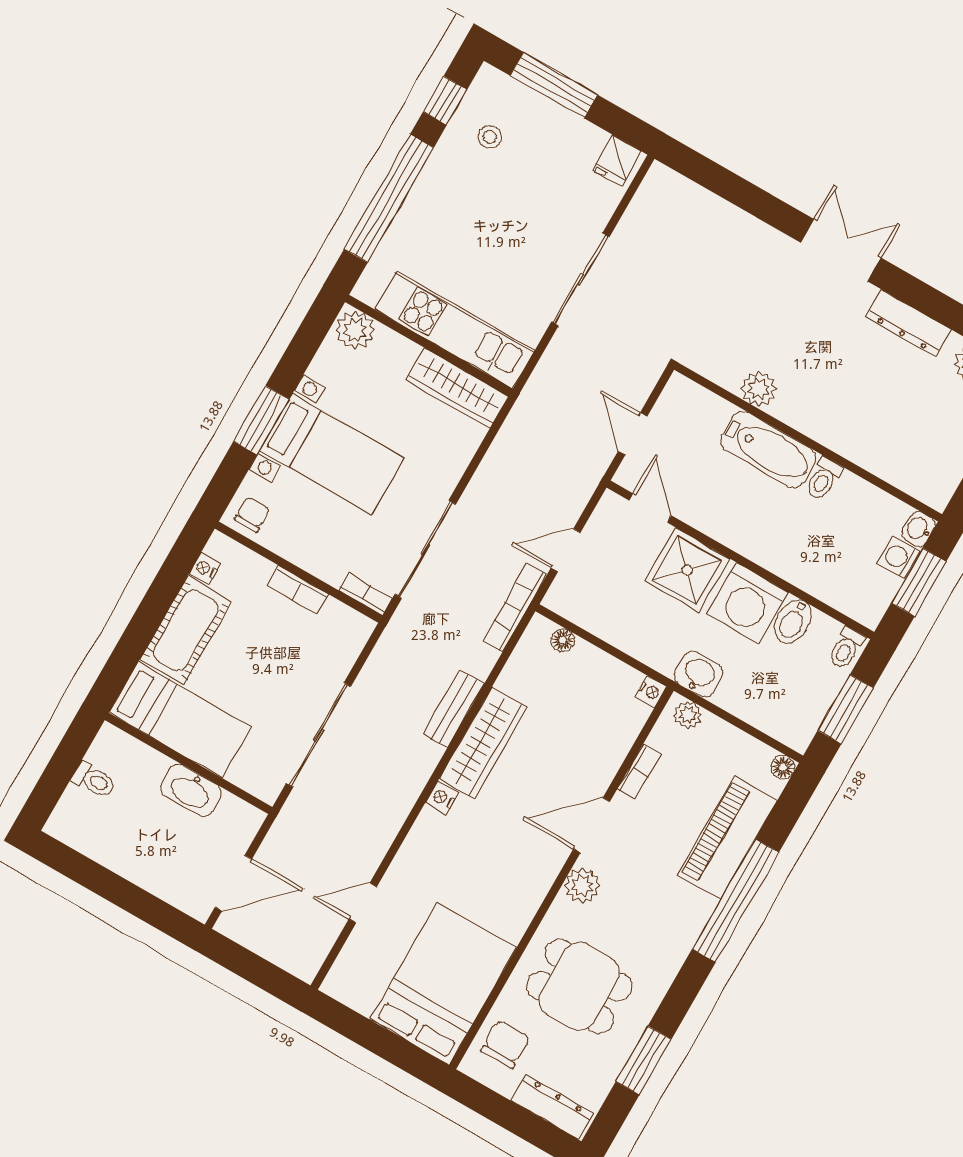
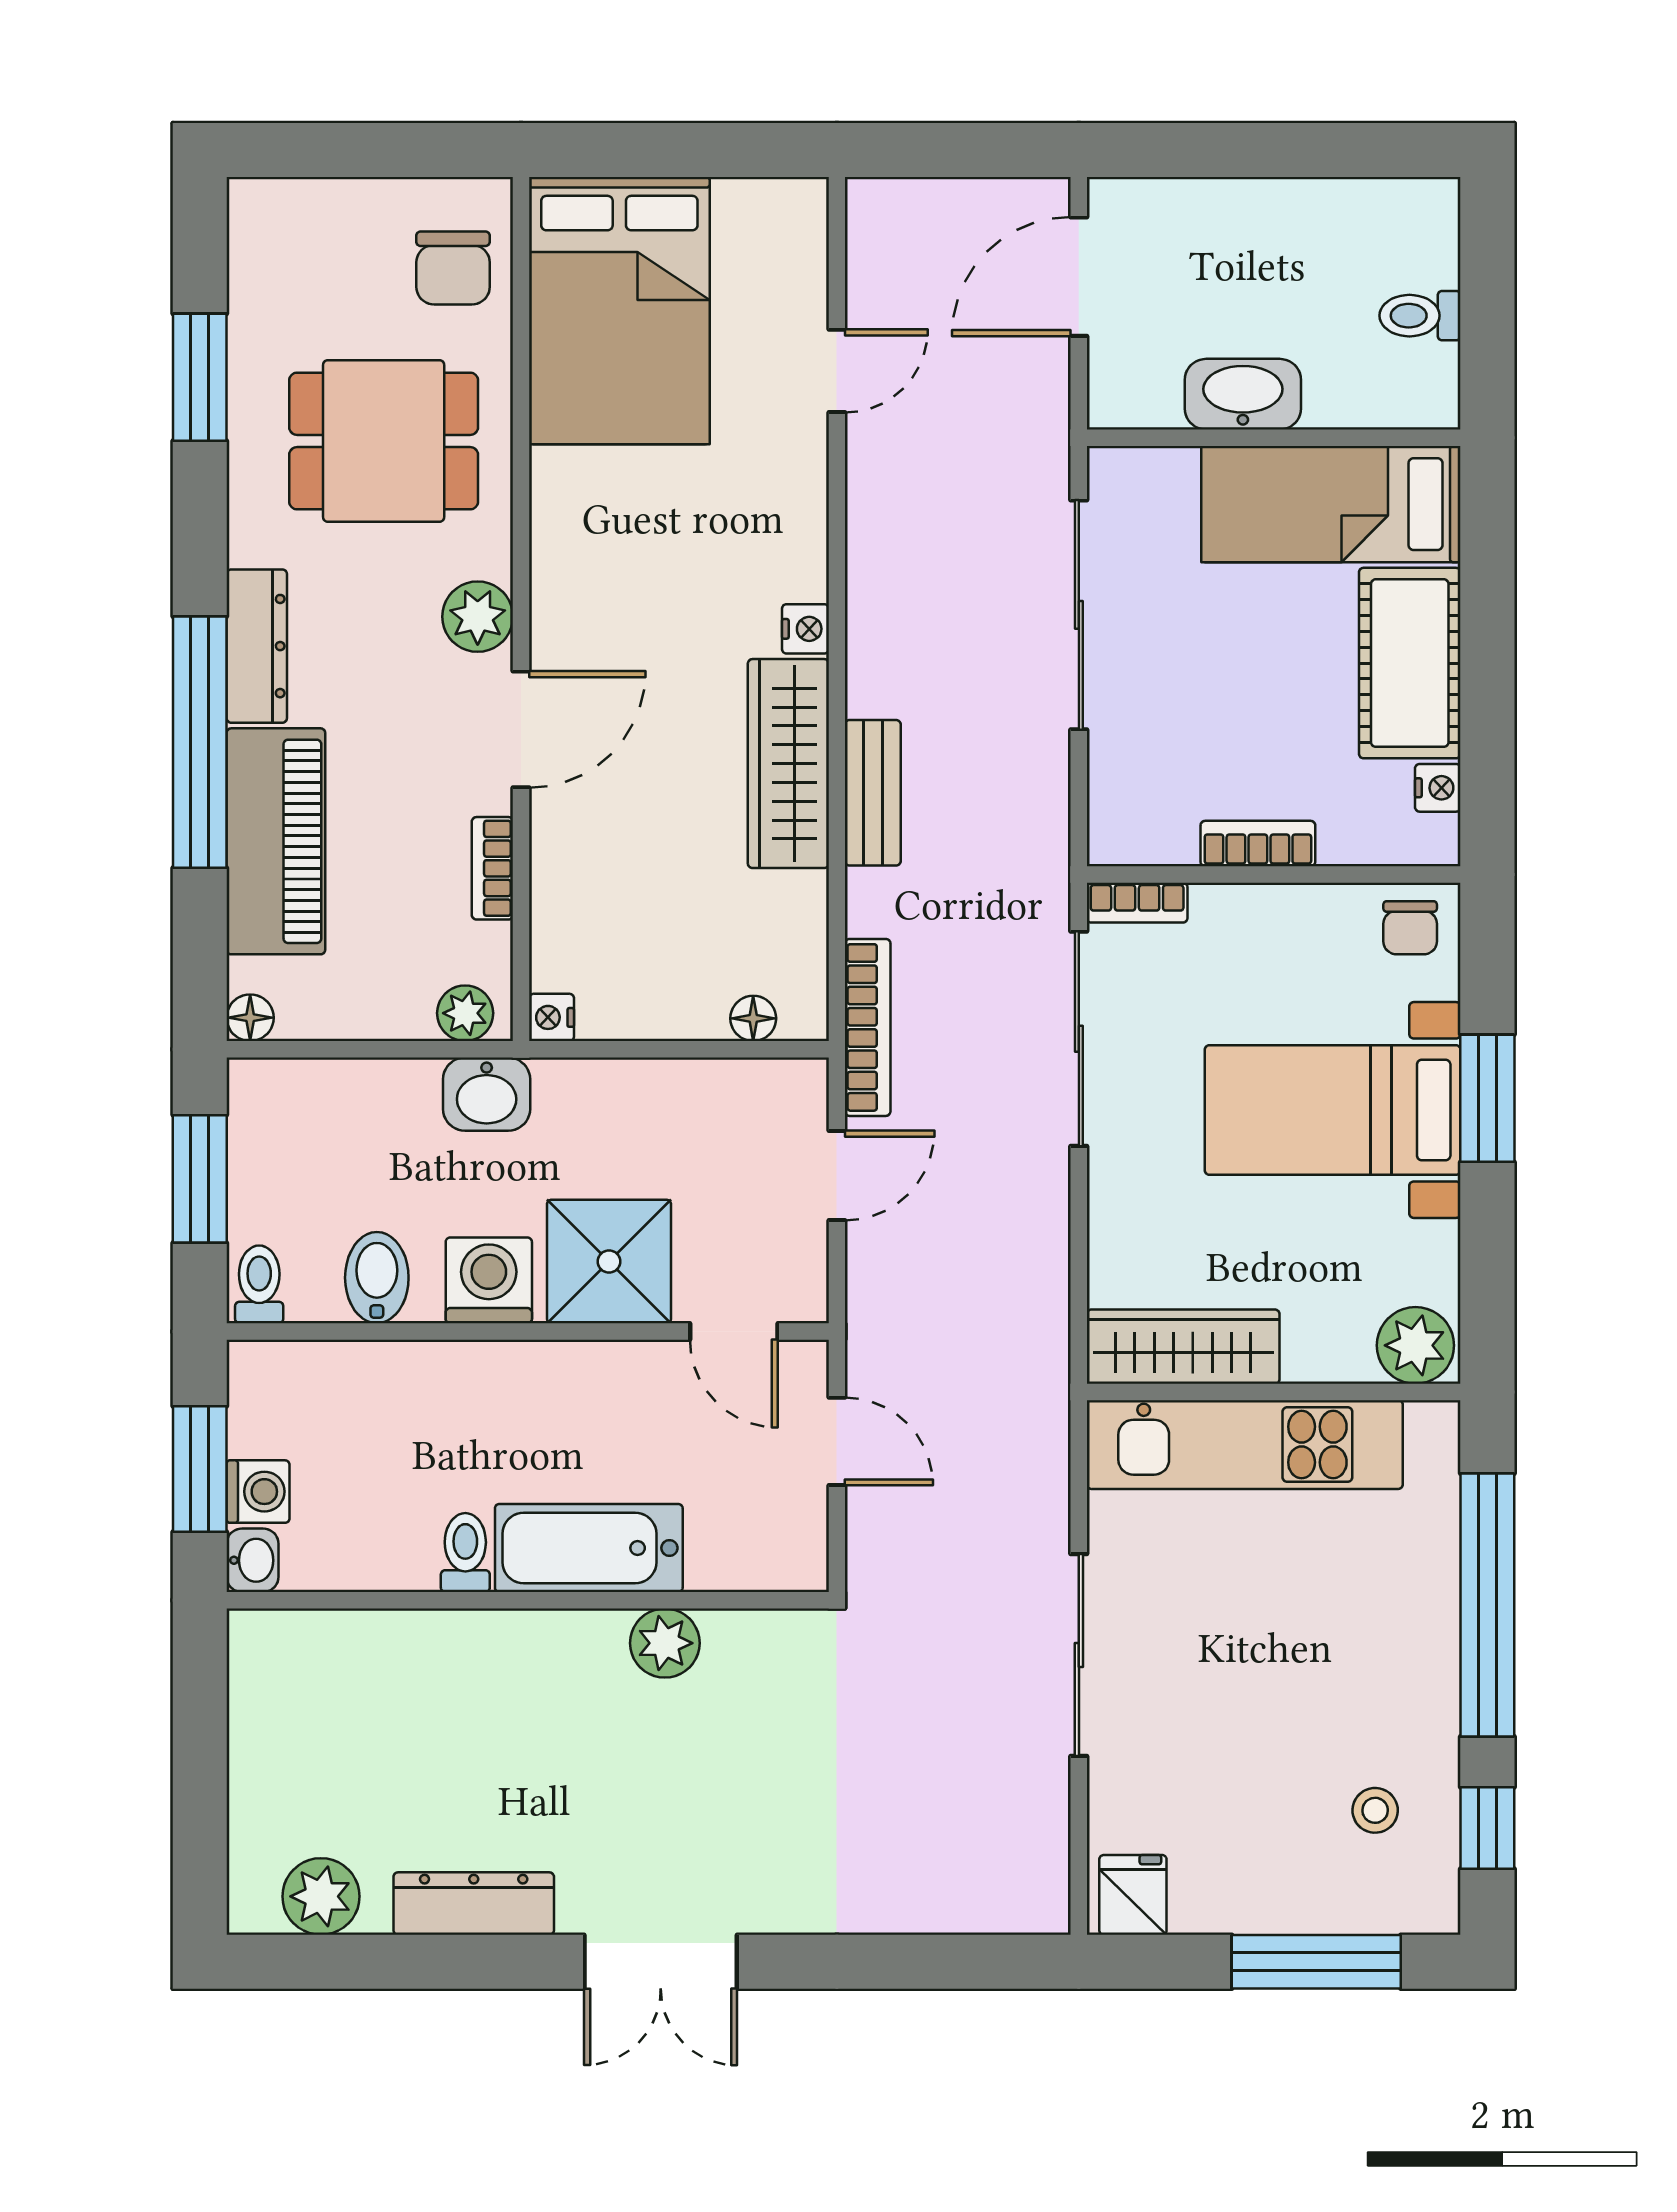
washing machine: (748, 603) -> (489, 1280), width x0.73, depth x0.73
dresser: (552, 1107) -> (257, 646), moved, turned -90

